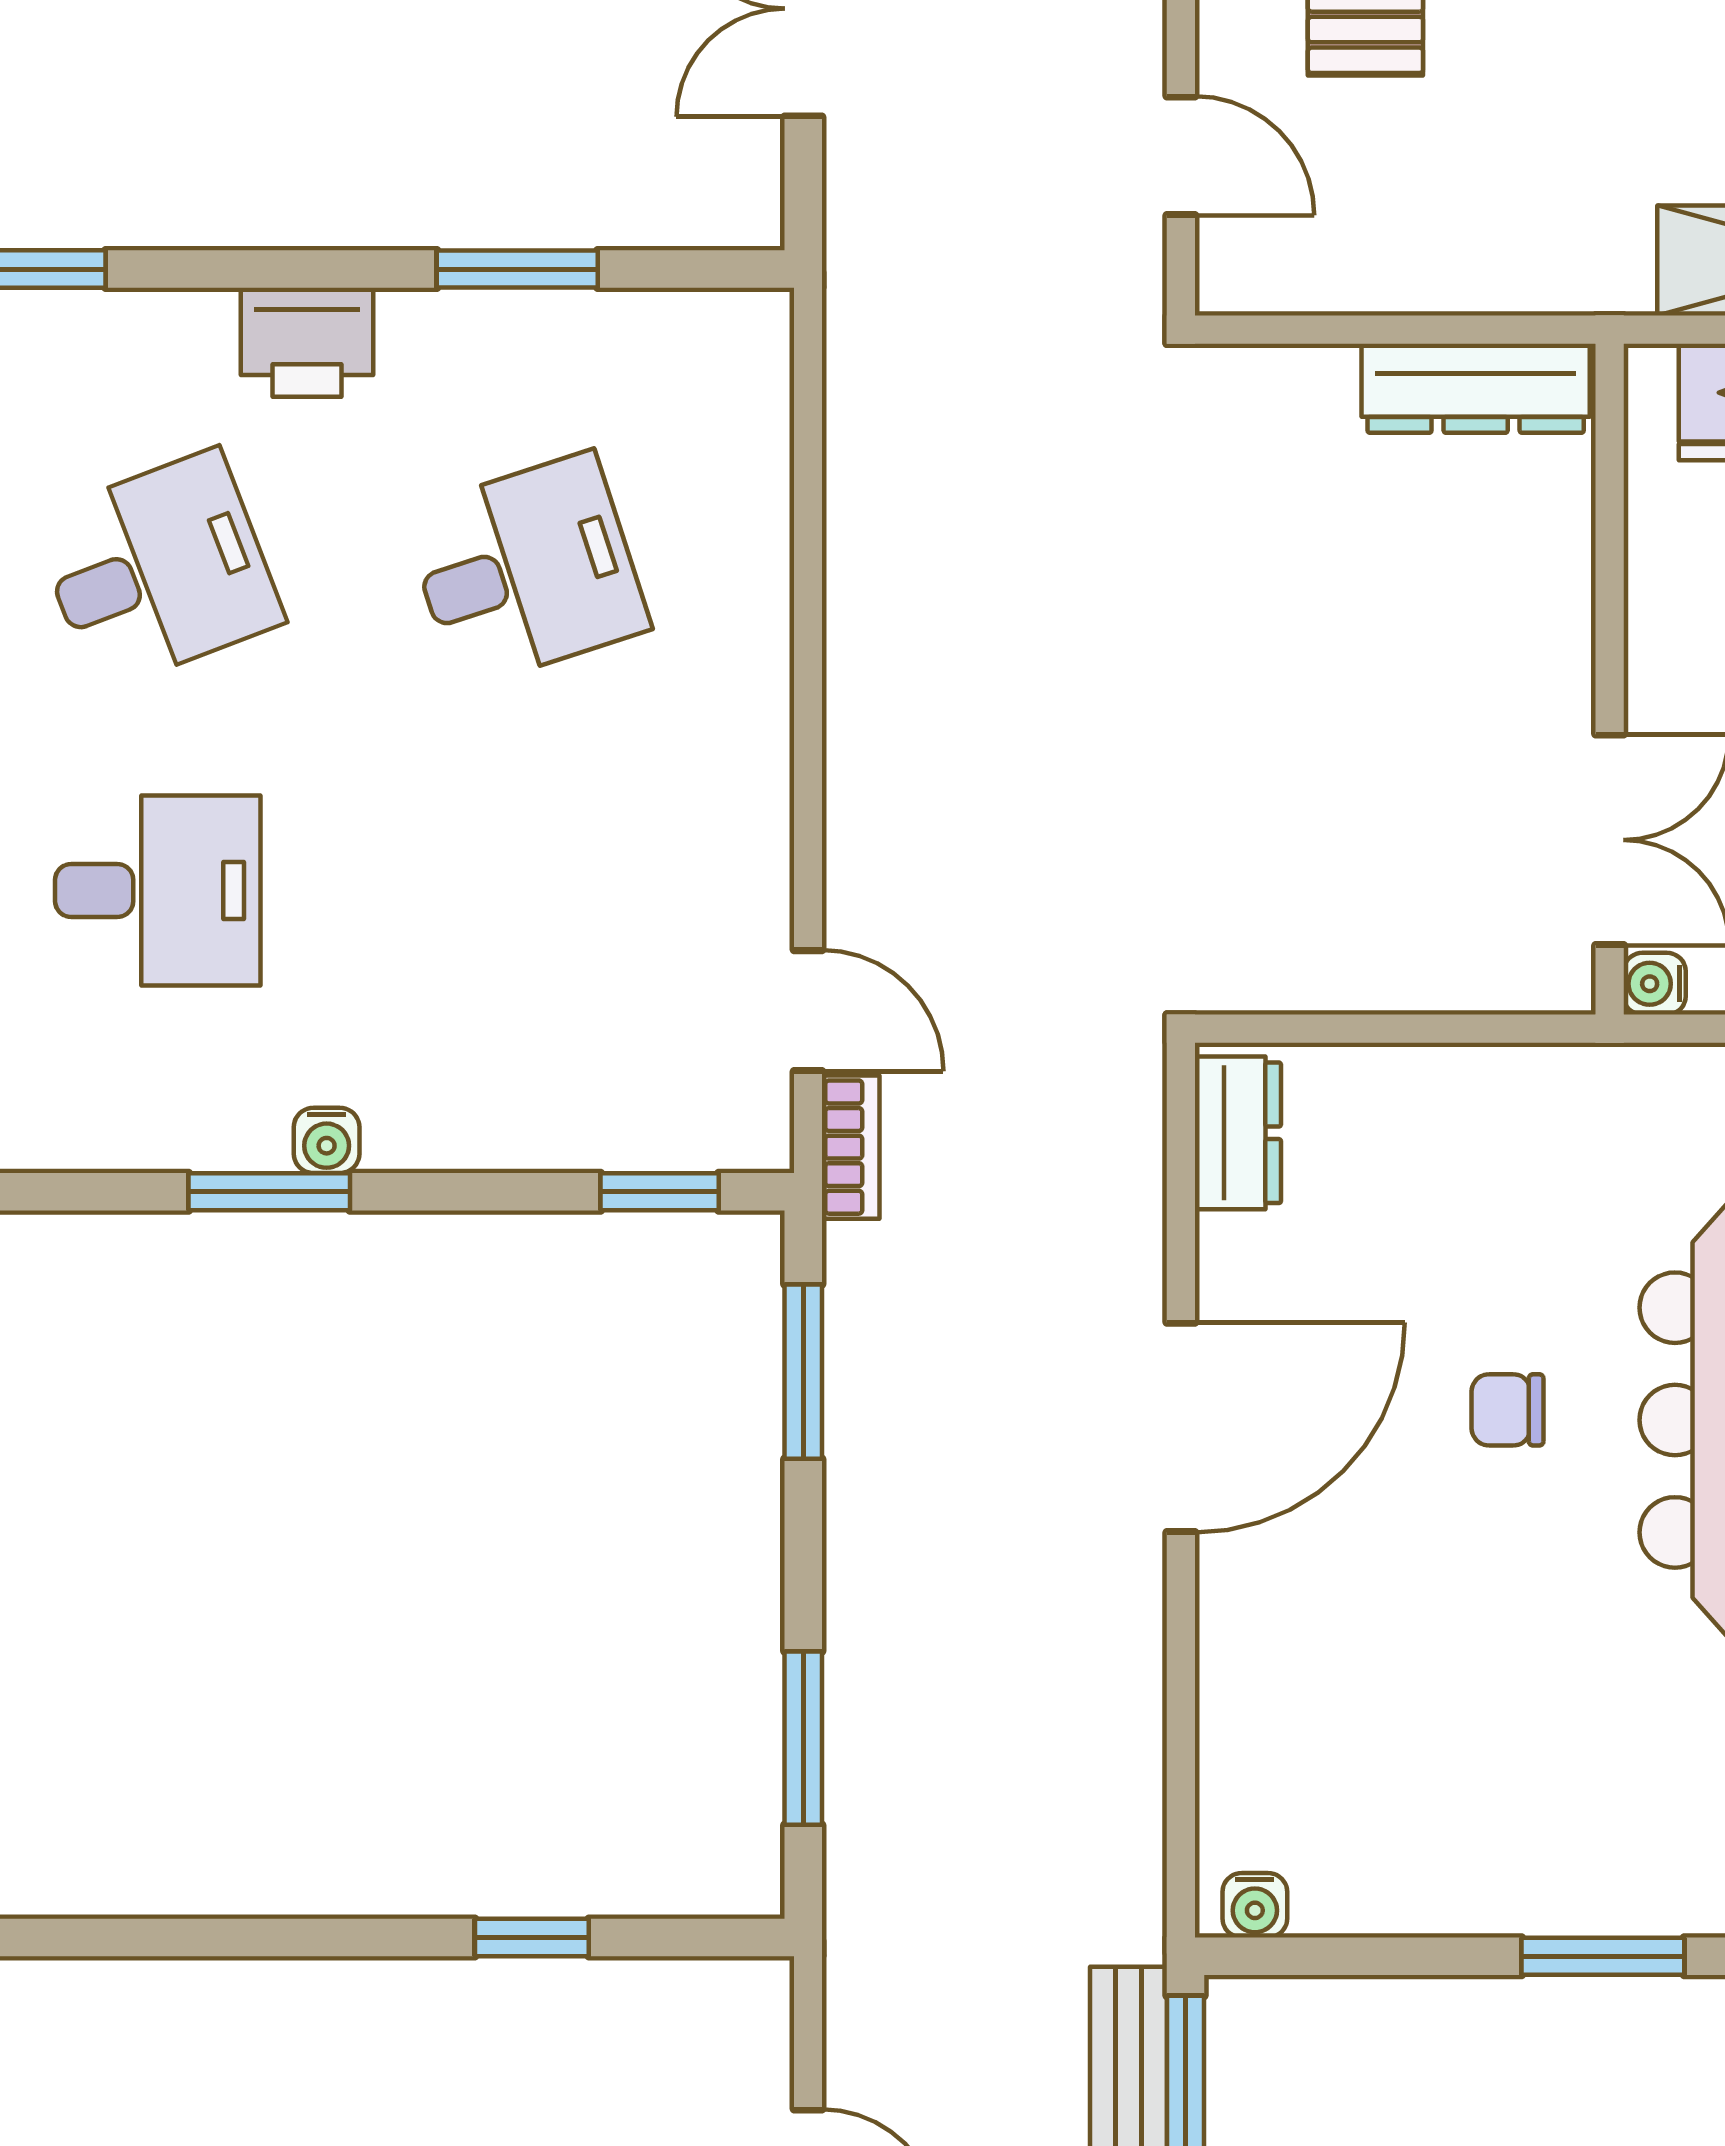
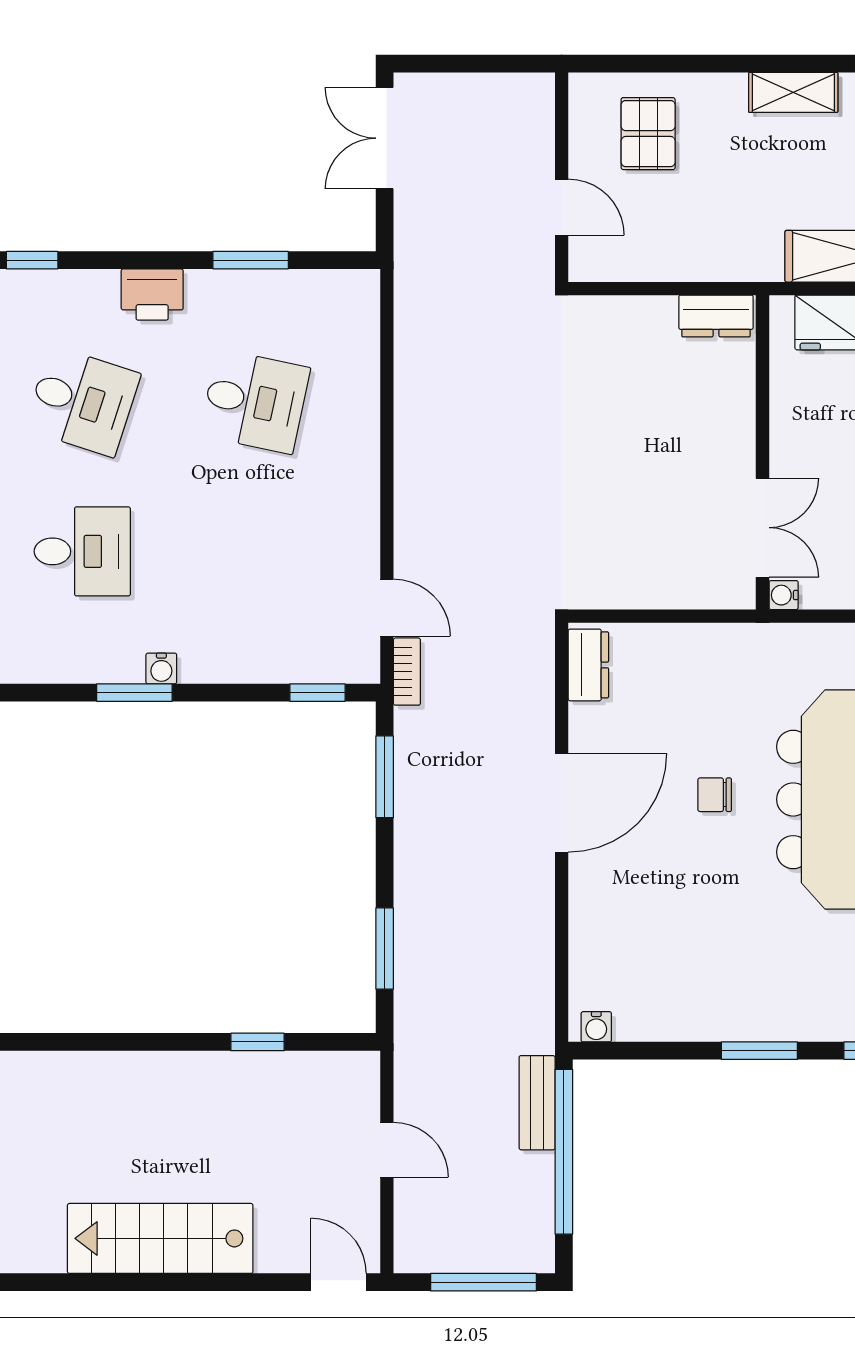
dresser: (1476, 388) -> (716, 316), width x0.70
desk: (158, 570) -> (82, 401), turned 39
desk: (526, 570) -> (255, 401), turned 30

